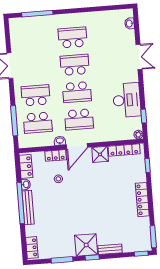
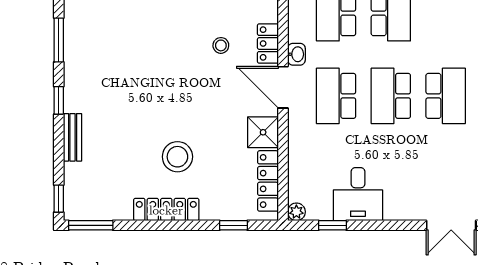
desk: (127, 100) -> (358, 194), width x0.73
stool: (116, 196) -> (177, 157), added
shower: (86, 245) -> (85, 90), removed

